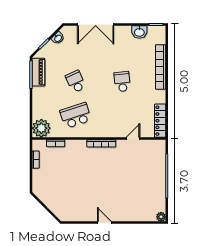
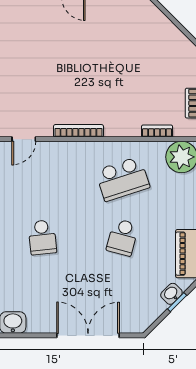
washbasin: (58, 38) -> (171, 294), moved
school desk: (76, 82) -> (123, 237), turned 39

